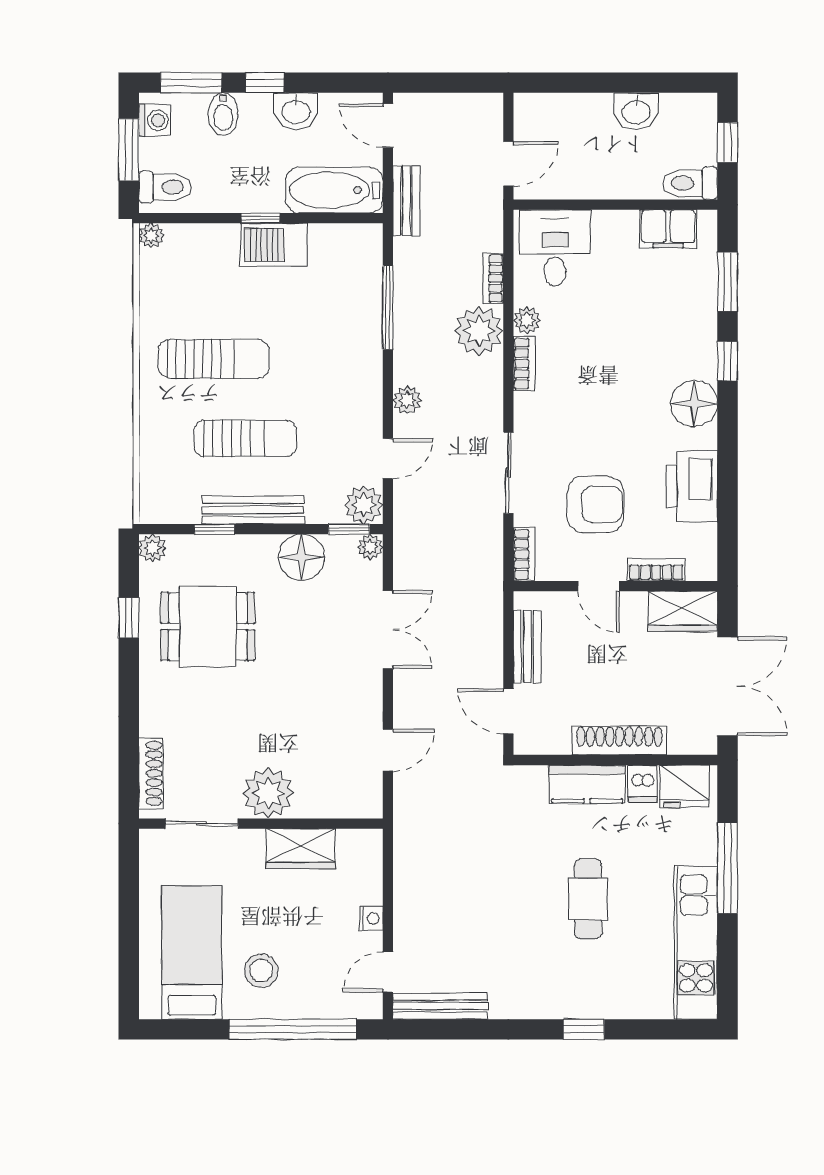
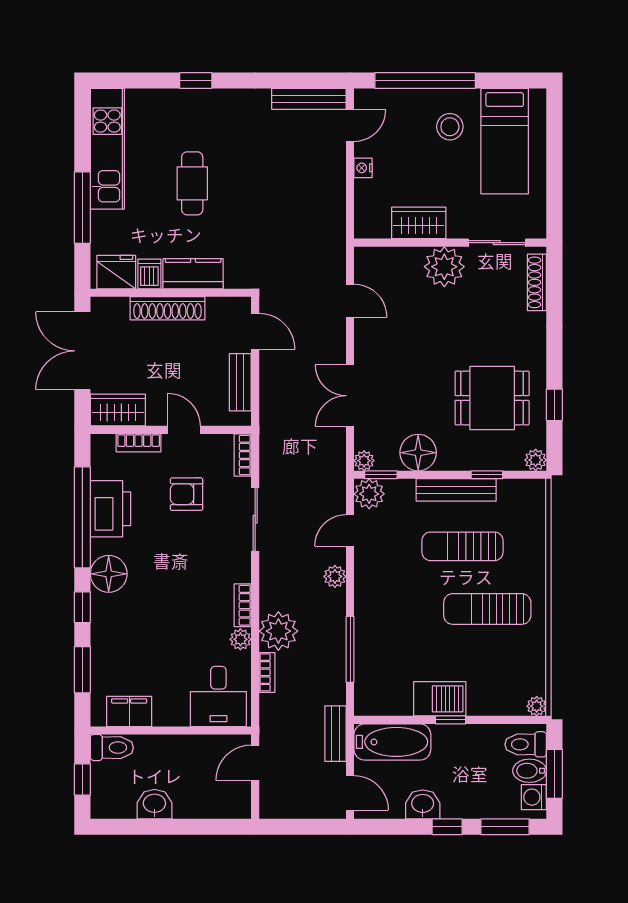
bidet: (223, 114) -> (530, 771), moved, turned -90
window: (727, 475) -> (82, 517), added
armchair: (595, 505) -> (187, 494), width x0.72, depth x0.72
door: (388, 750) -> (350, 301), swing flipped

